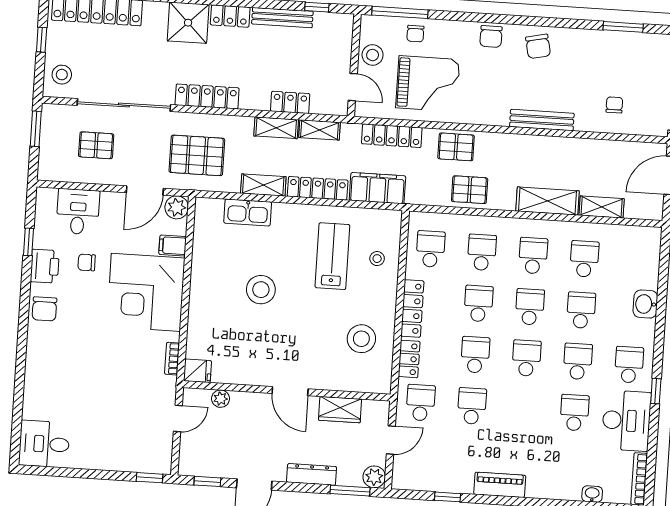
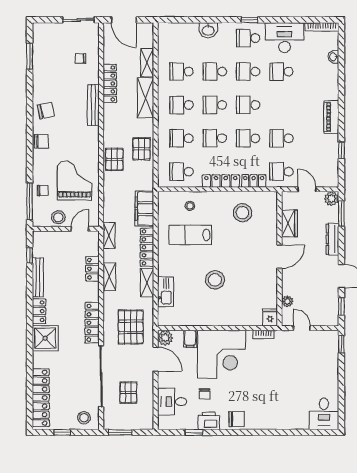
shelving: (320, 130) -> (109, 236), moved
locker: (392, 136) -> (110, 84), moved
window: (656, 391) -> (249, 20), moved

